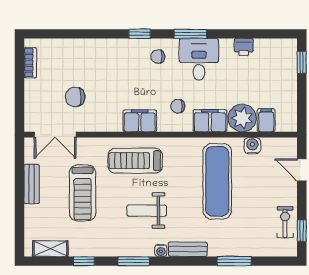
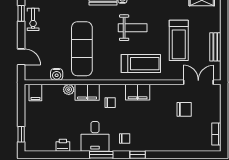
plant: (242, 118) -> (69, 90), width x0.53, depth x0.53
filing cabinet: (266, 120) -> (35, 93), moved
treadmill: (83, 193) -> (179, 40), turned 180

